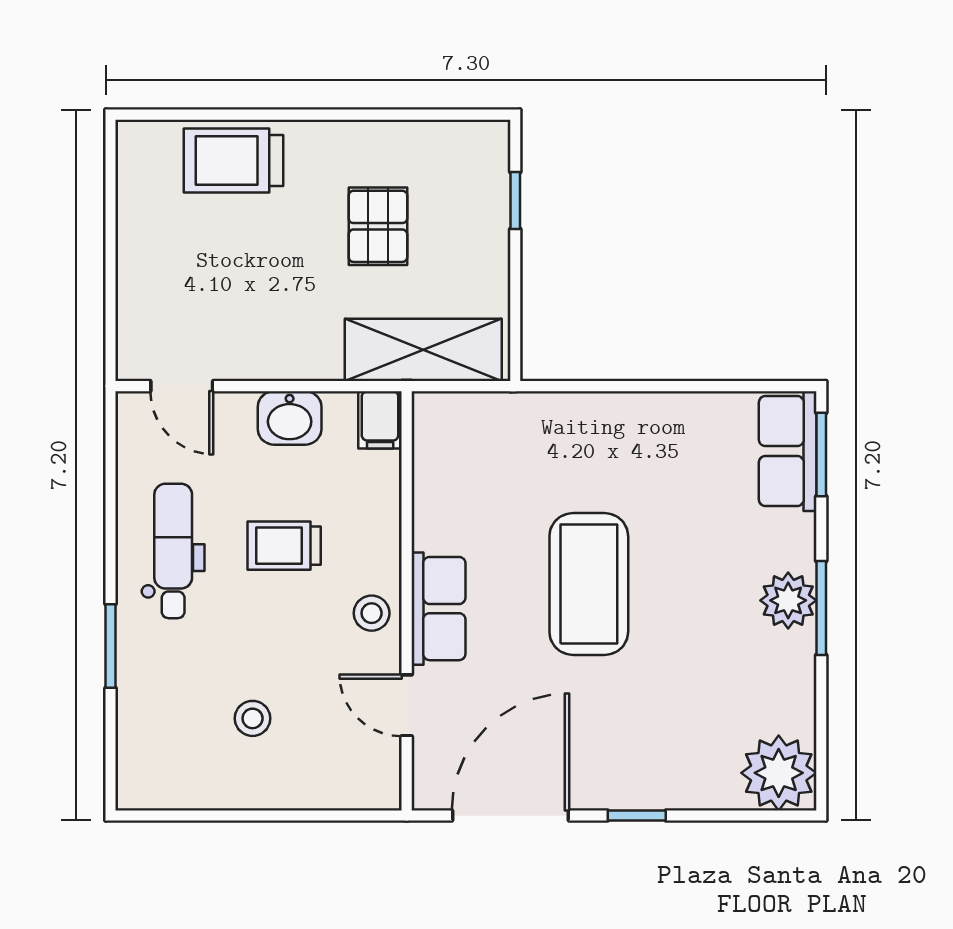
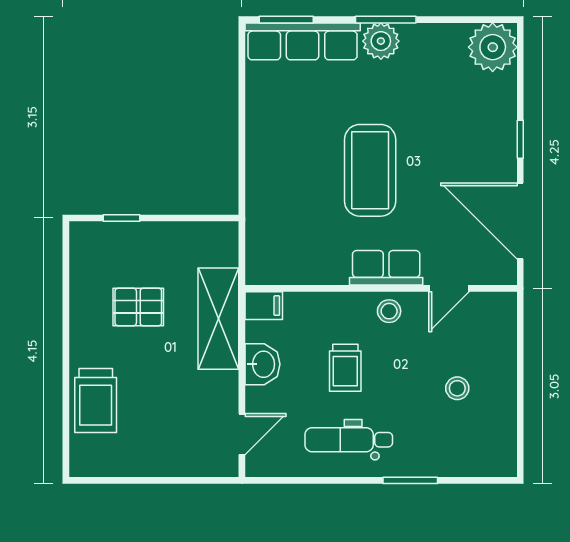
shelving: (423, 350) -> (218, 319), moved
row of seats: (788, 451) -> (303, 41), width x1.48
coffee table: (589, 584) -> (370, 170), turned 90

